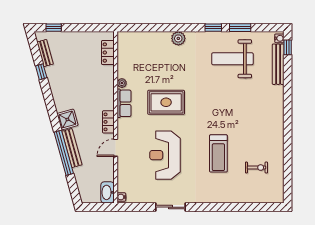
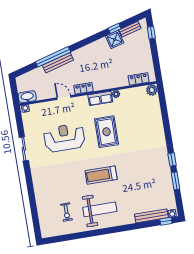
plant: (178, 38) -> (152, 90), moved
weight bench: (232, 59) -> (100, 209), moved, turned 90
shower: (67, 119) -> (115, 39), moved
treadmill: (218, 153) -> (101, 175), moved

